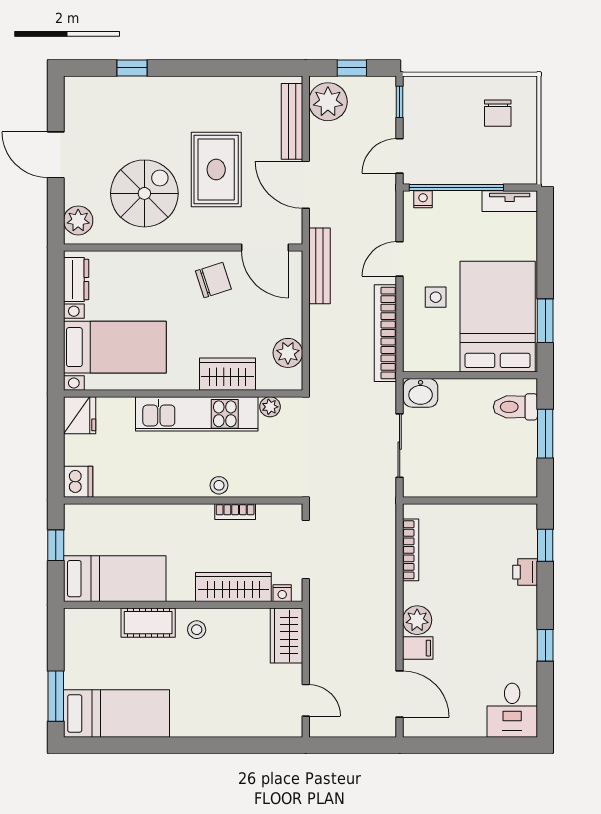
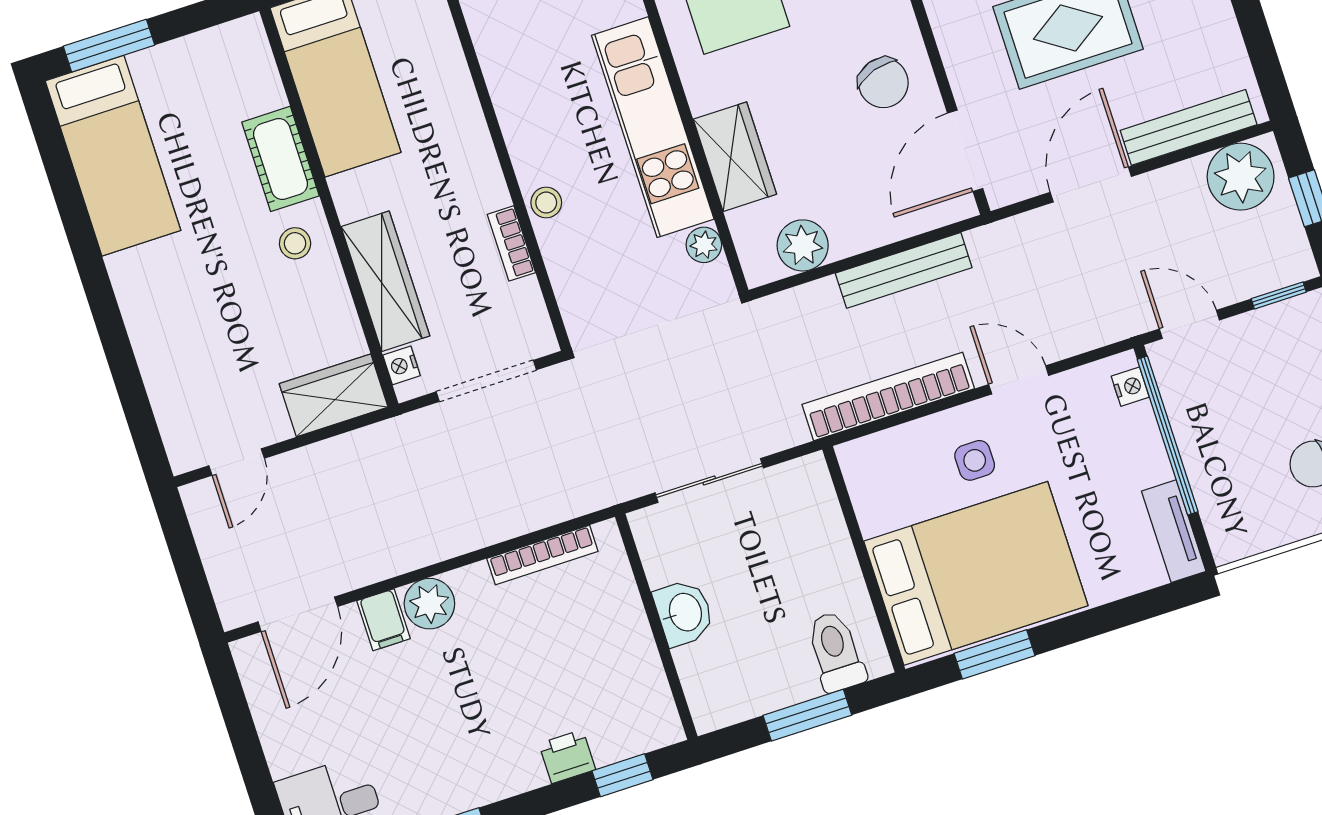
bench: (319, 266) -> (904, 270), moved
washbasin: (421, 393) -> (684, 613), moved, turned 180

